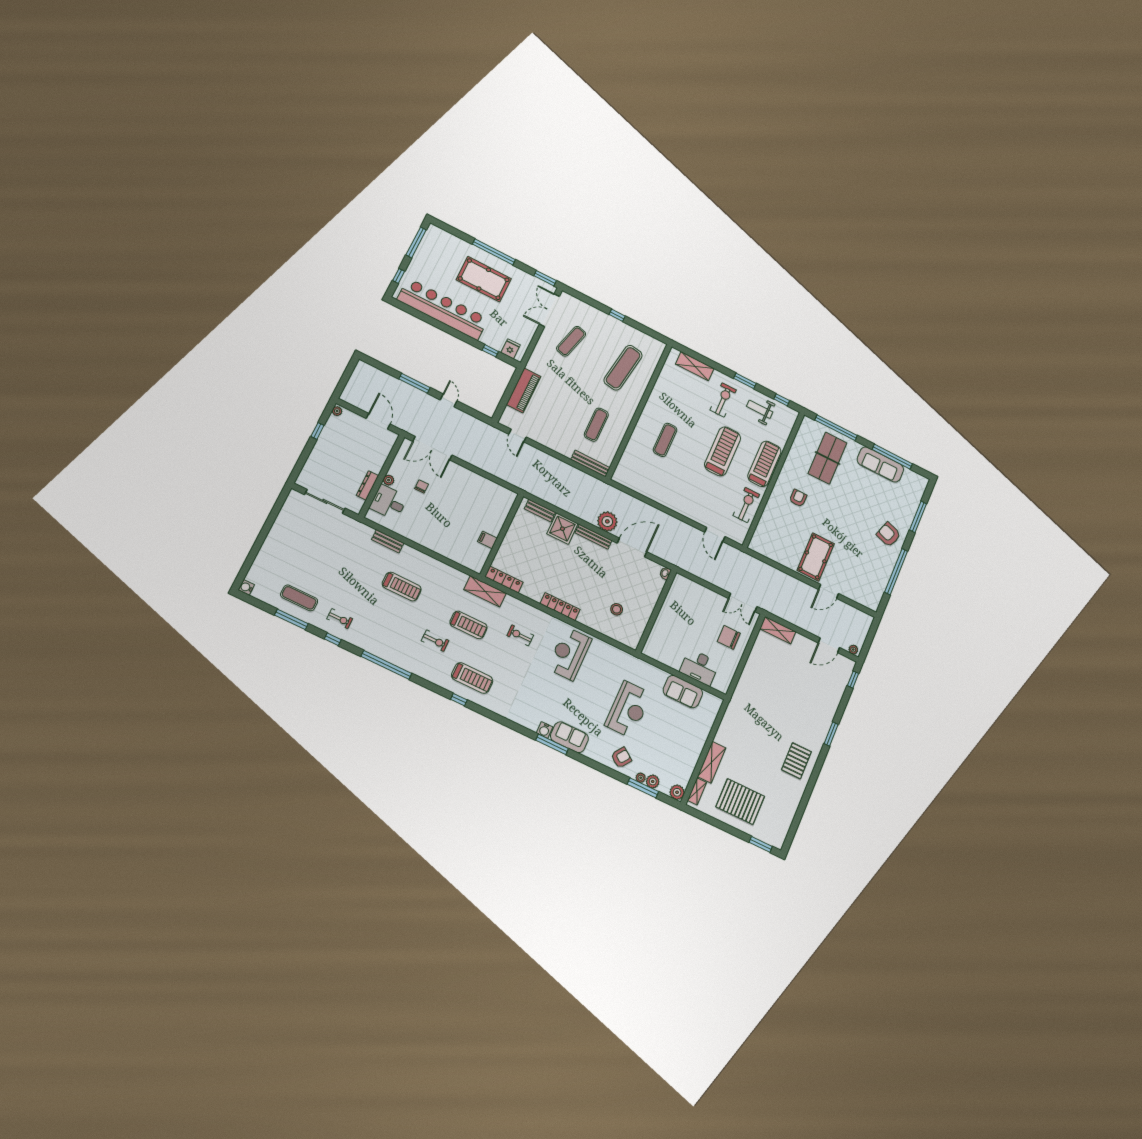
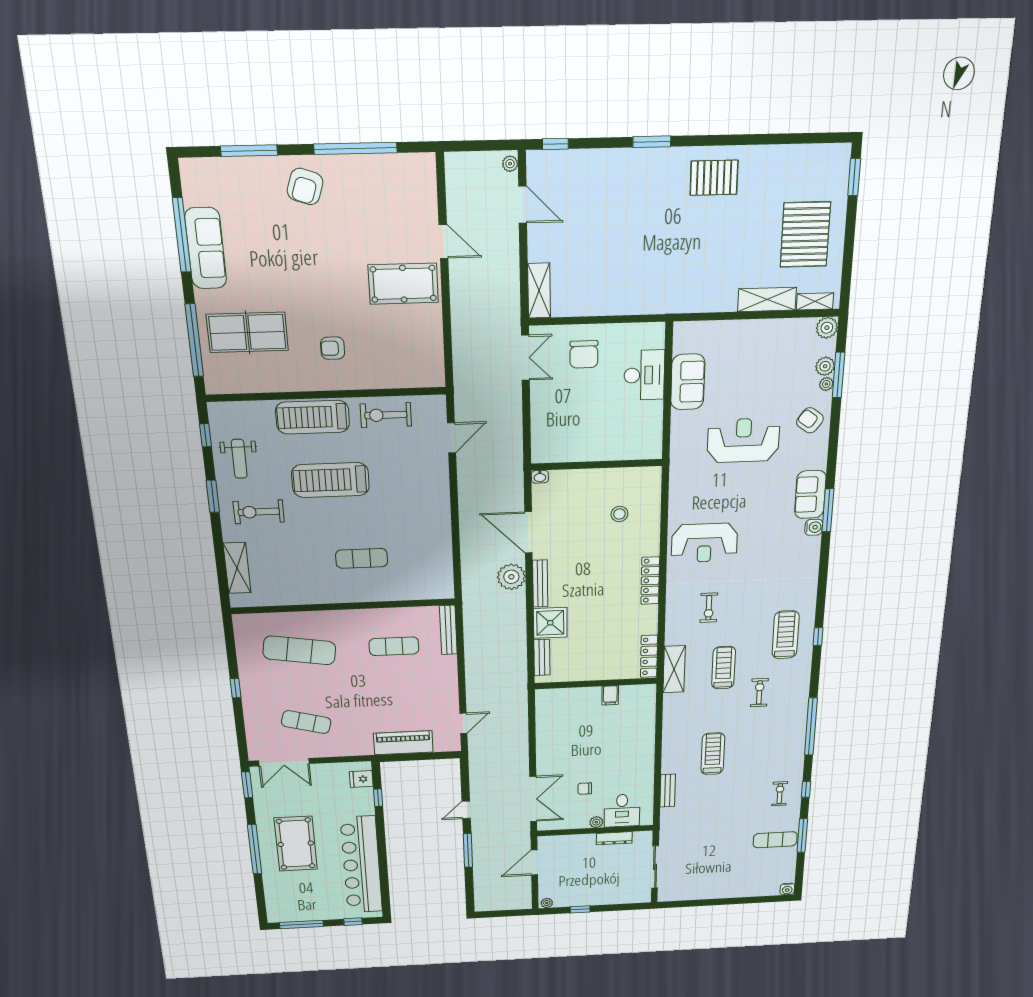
exercise mat: (299, 598) -> (775, 840), turned 90

